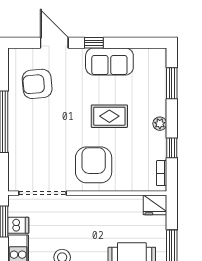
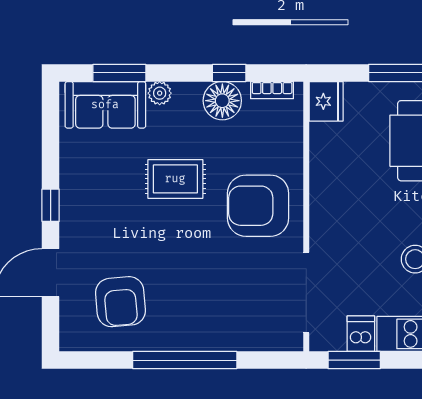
sofa: (109, 61) -> (105, 105), moved, turned 90
rug: (109, 116) -> (175, 179), turned 90
plant: (160, 124) -> (160, 93), moved
floor lamp: (155, 144) -> (222, 101), added

